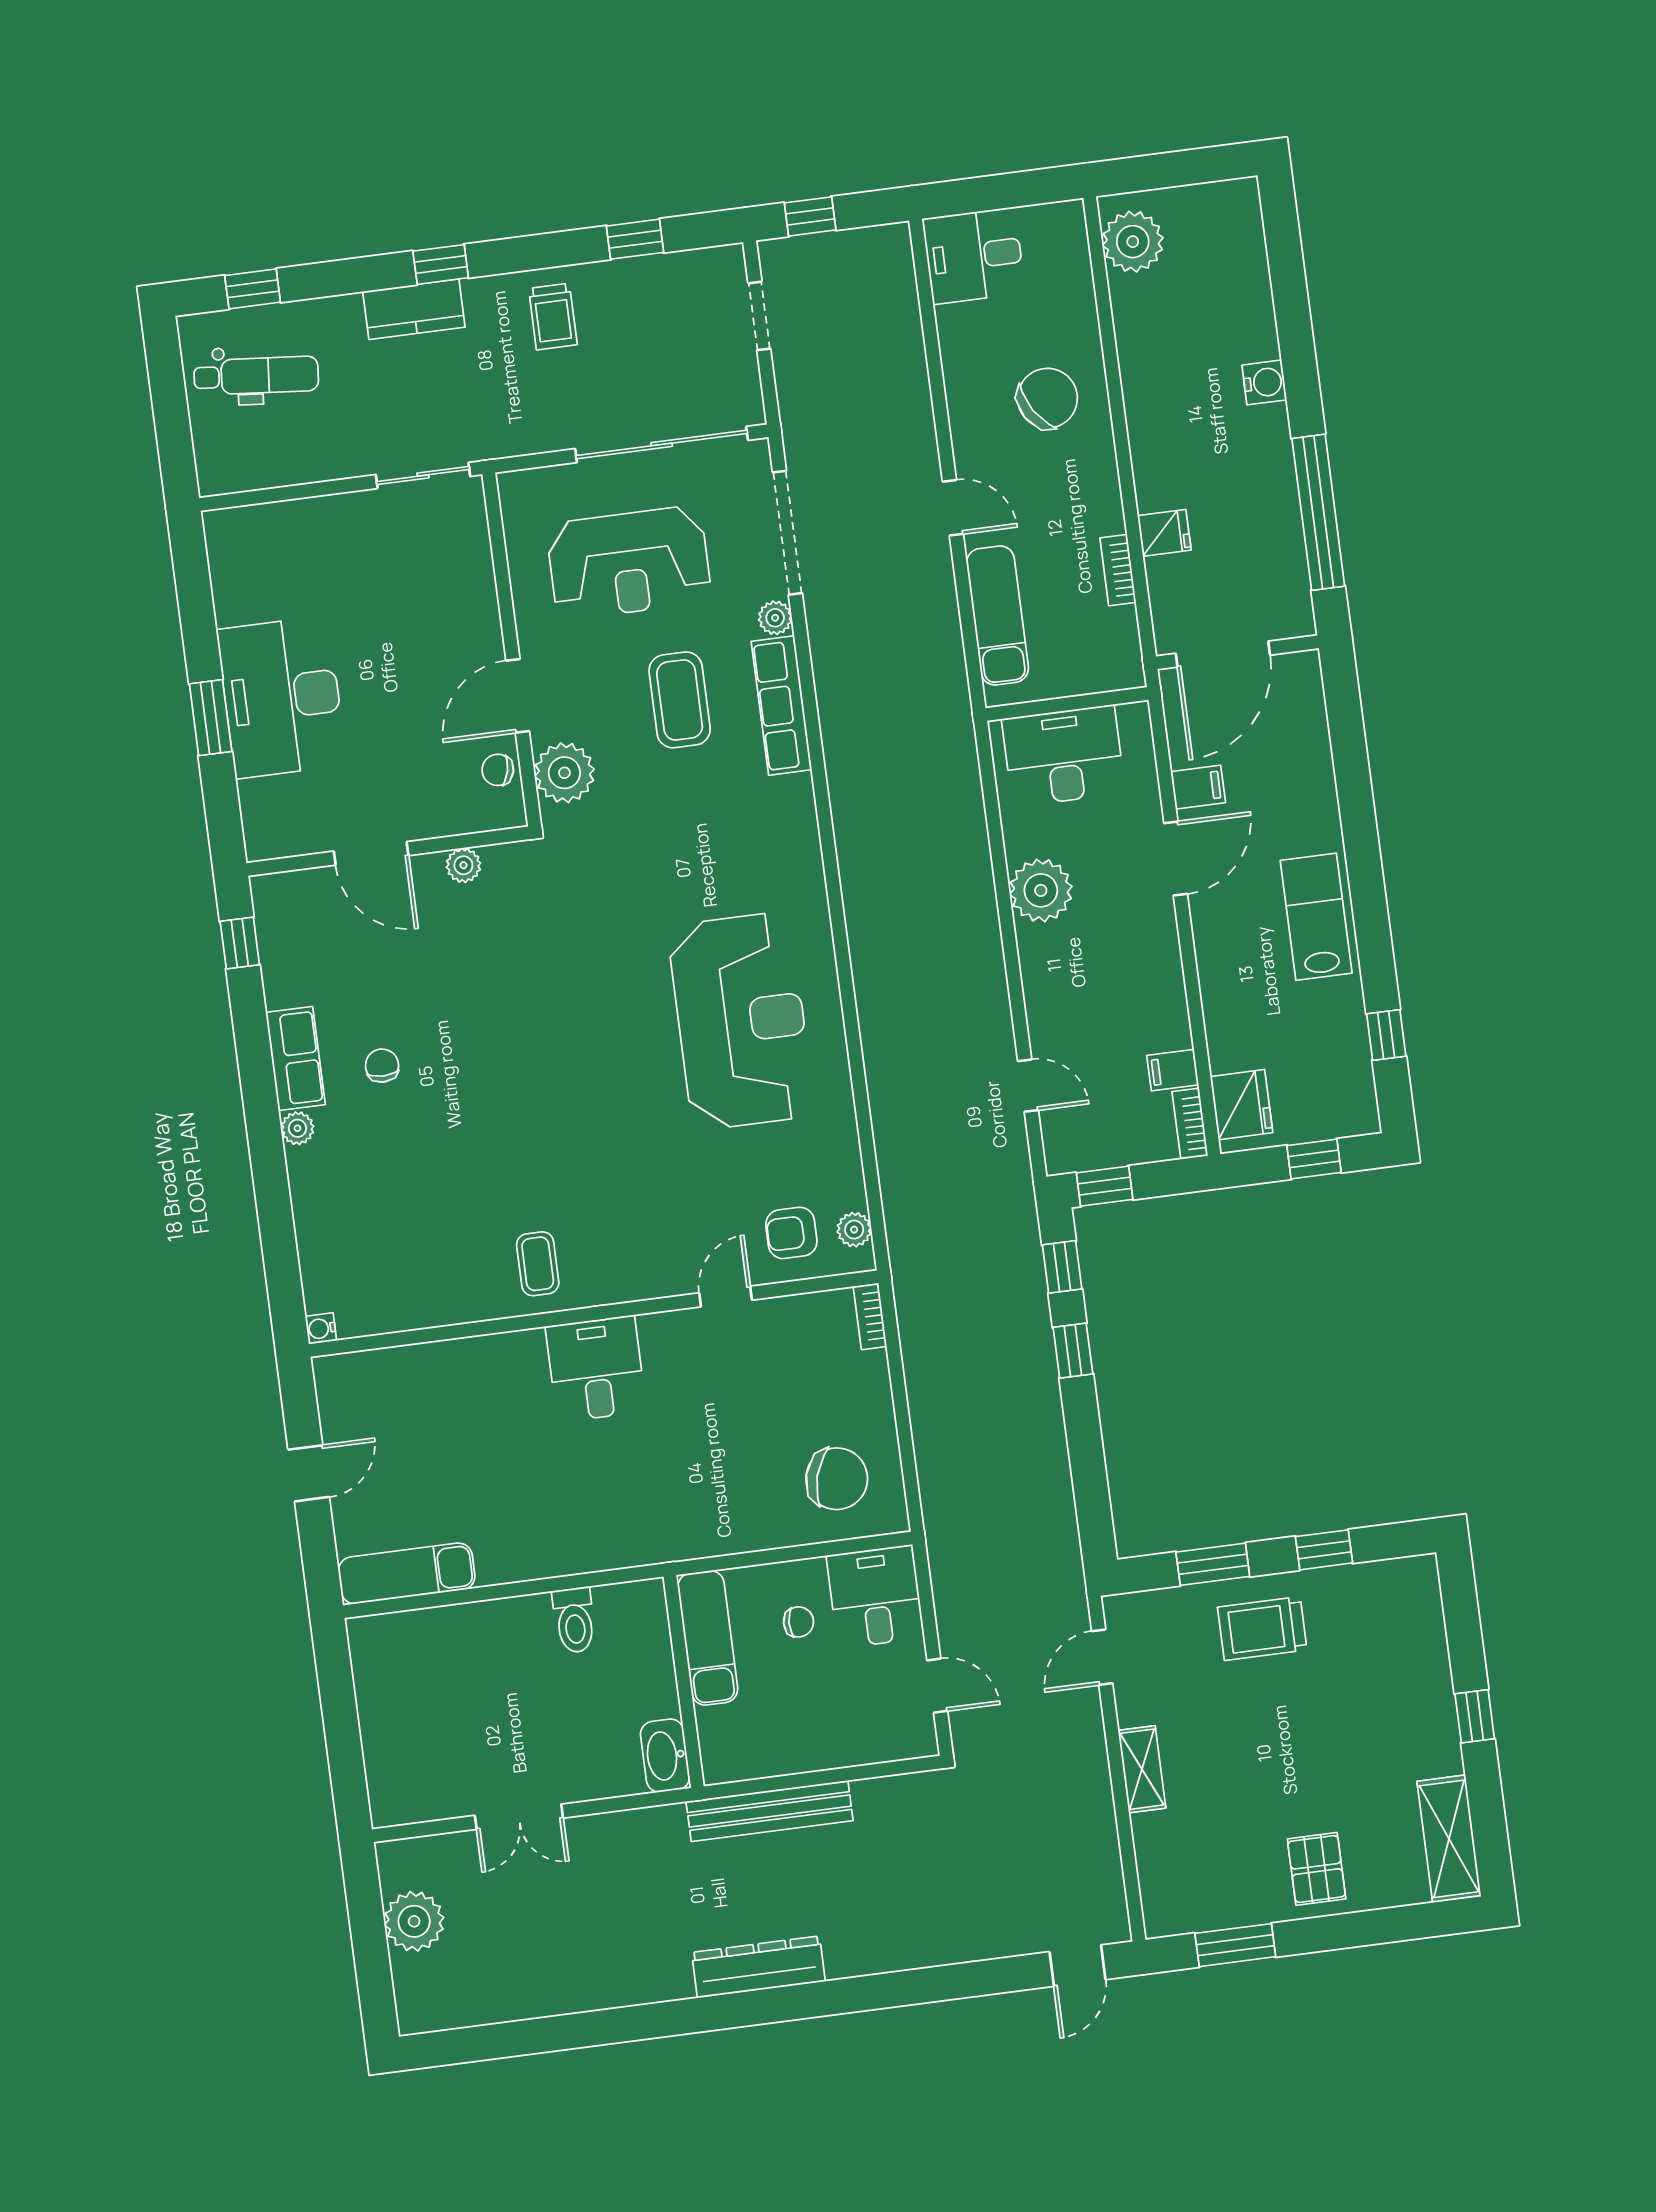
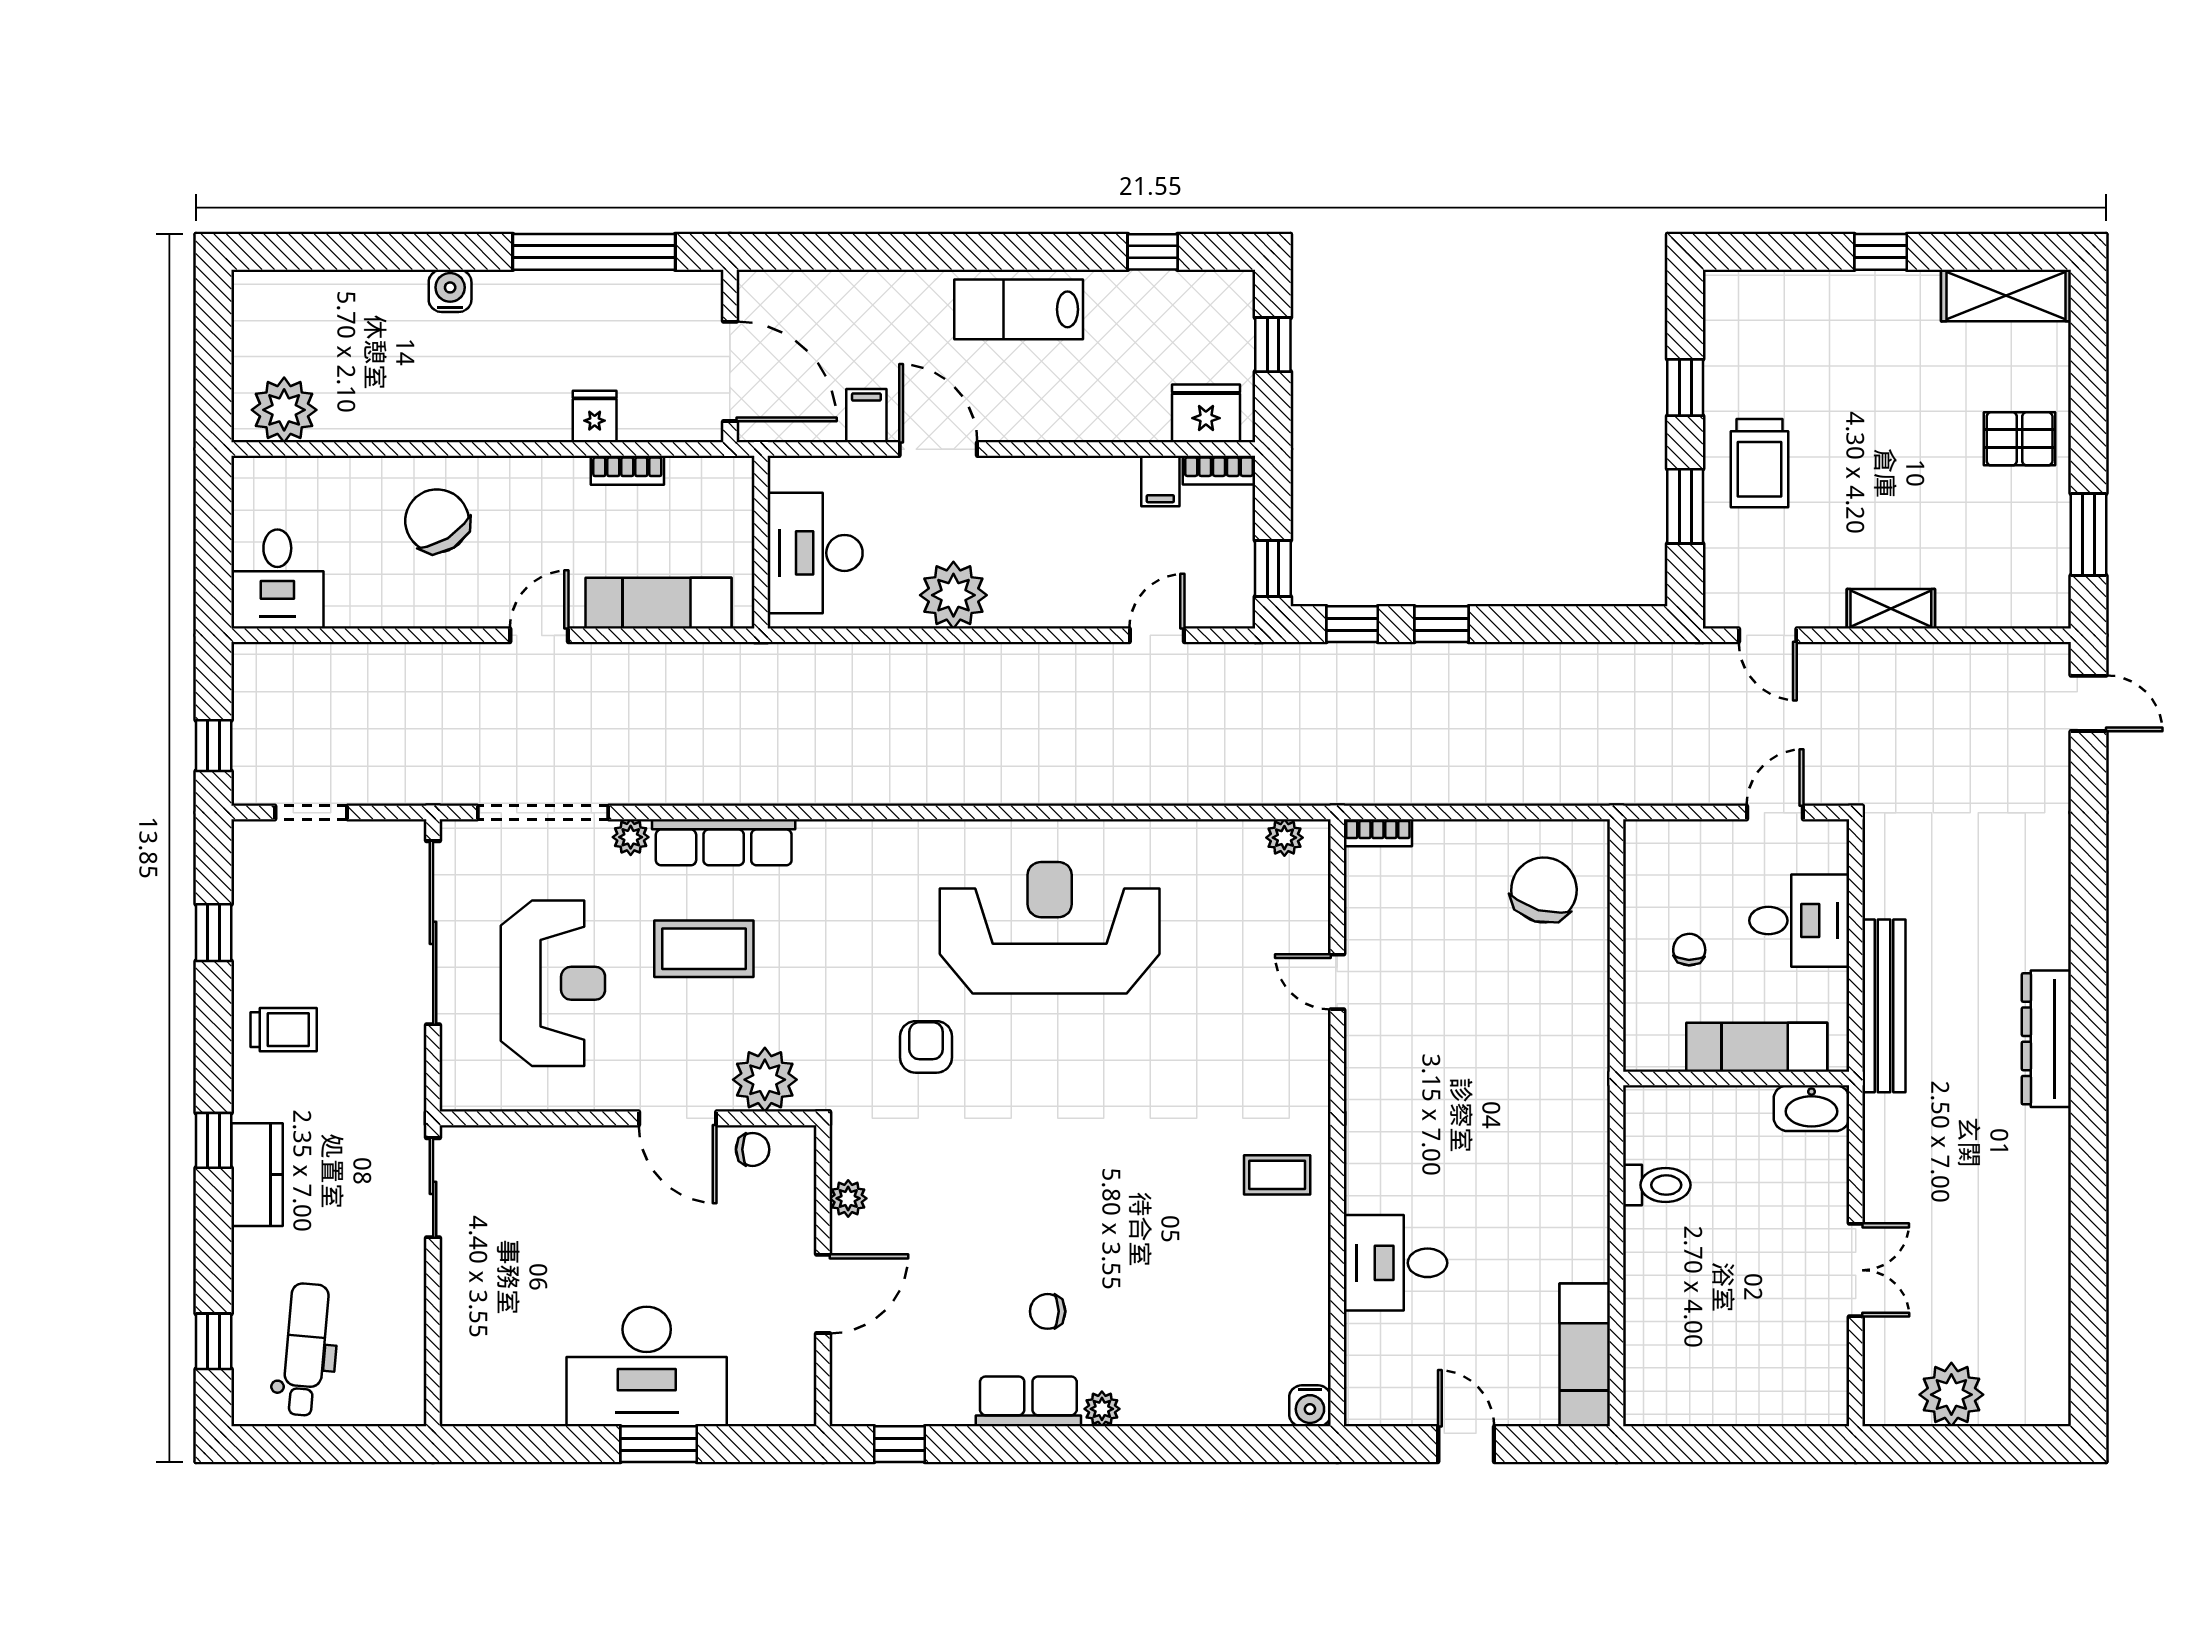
chair: (498, 770) -> (753, 1149), turned -103
armchair: (791, 1233) -> (926, 1047), moved, turned 180
water cooler: (321, 1329) -> (1310, 1406), width x1.38, depth x1.38
desk: (596, 1369) -> (1395, 1263), moved
desk: (875, 1597) -> (1799, 921), moved, turned 180
exam couch: (708, 1638) -> (1757, 1047), moved

